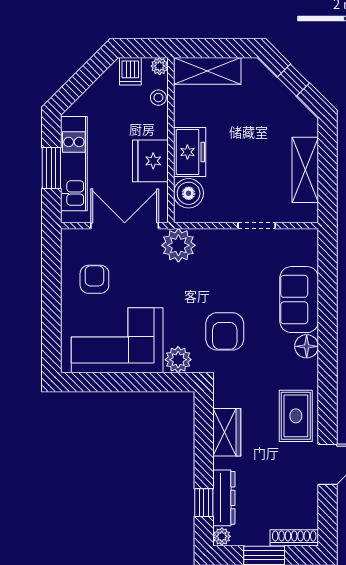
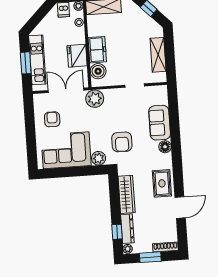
wardrobe: (227, 432) -> (127, 194), width x1.50

